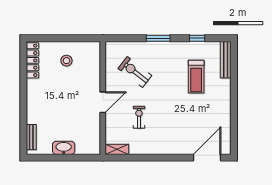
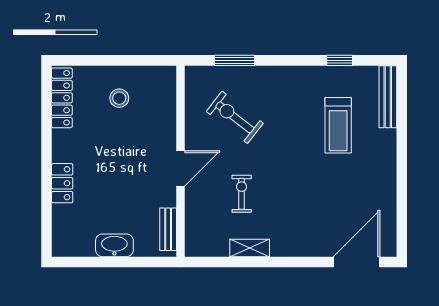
window: (158, 38) -> (234, 60), moved
locker: (33, 111) -> (62, 183), added
bench: (31, 137) -> (168, 229), moved
shelving: (117, 149) -> (250, 248), moved

